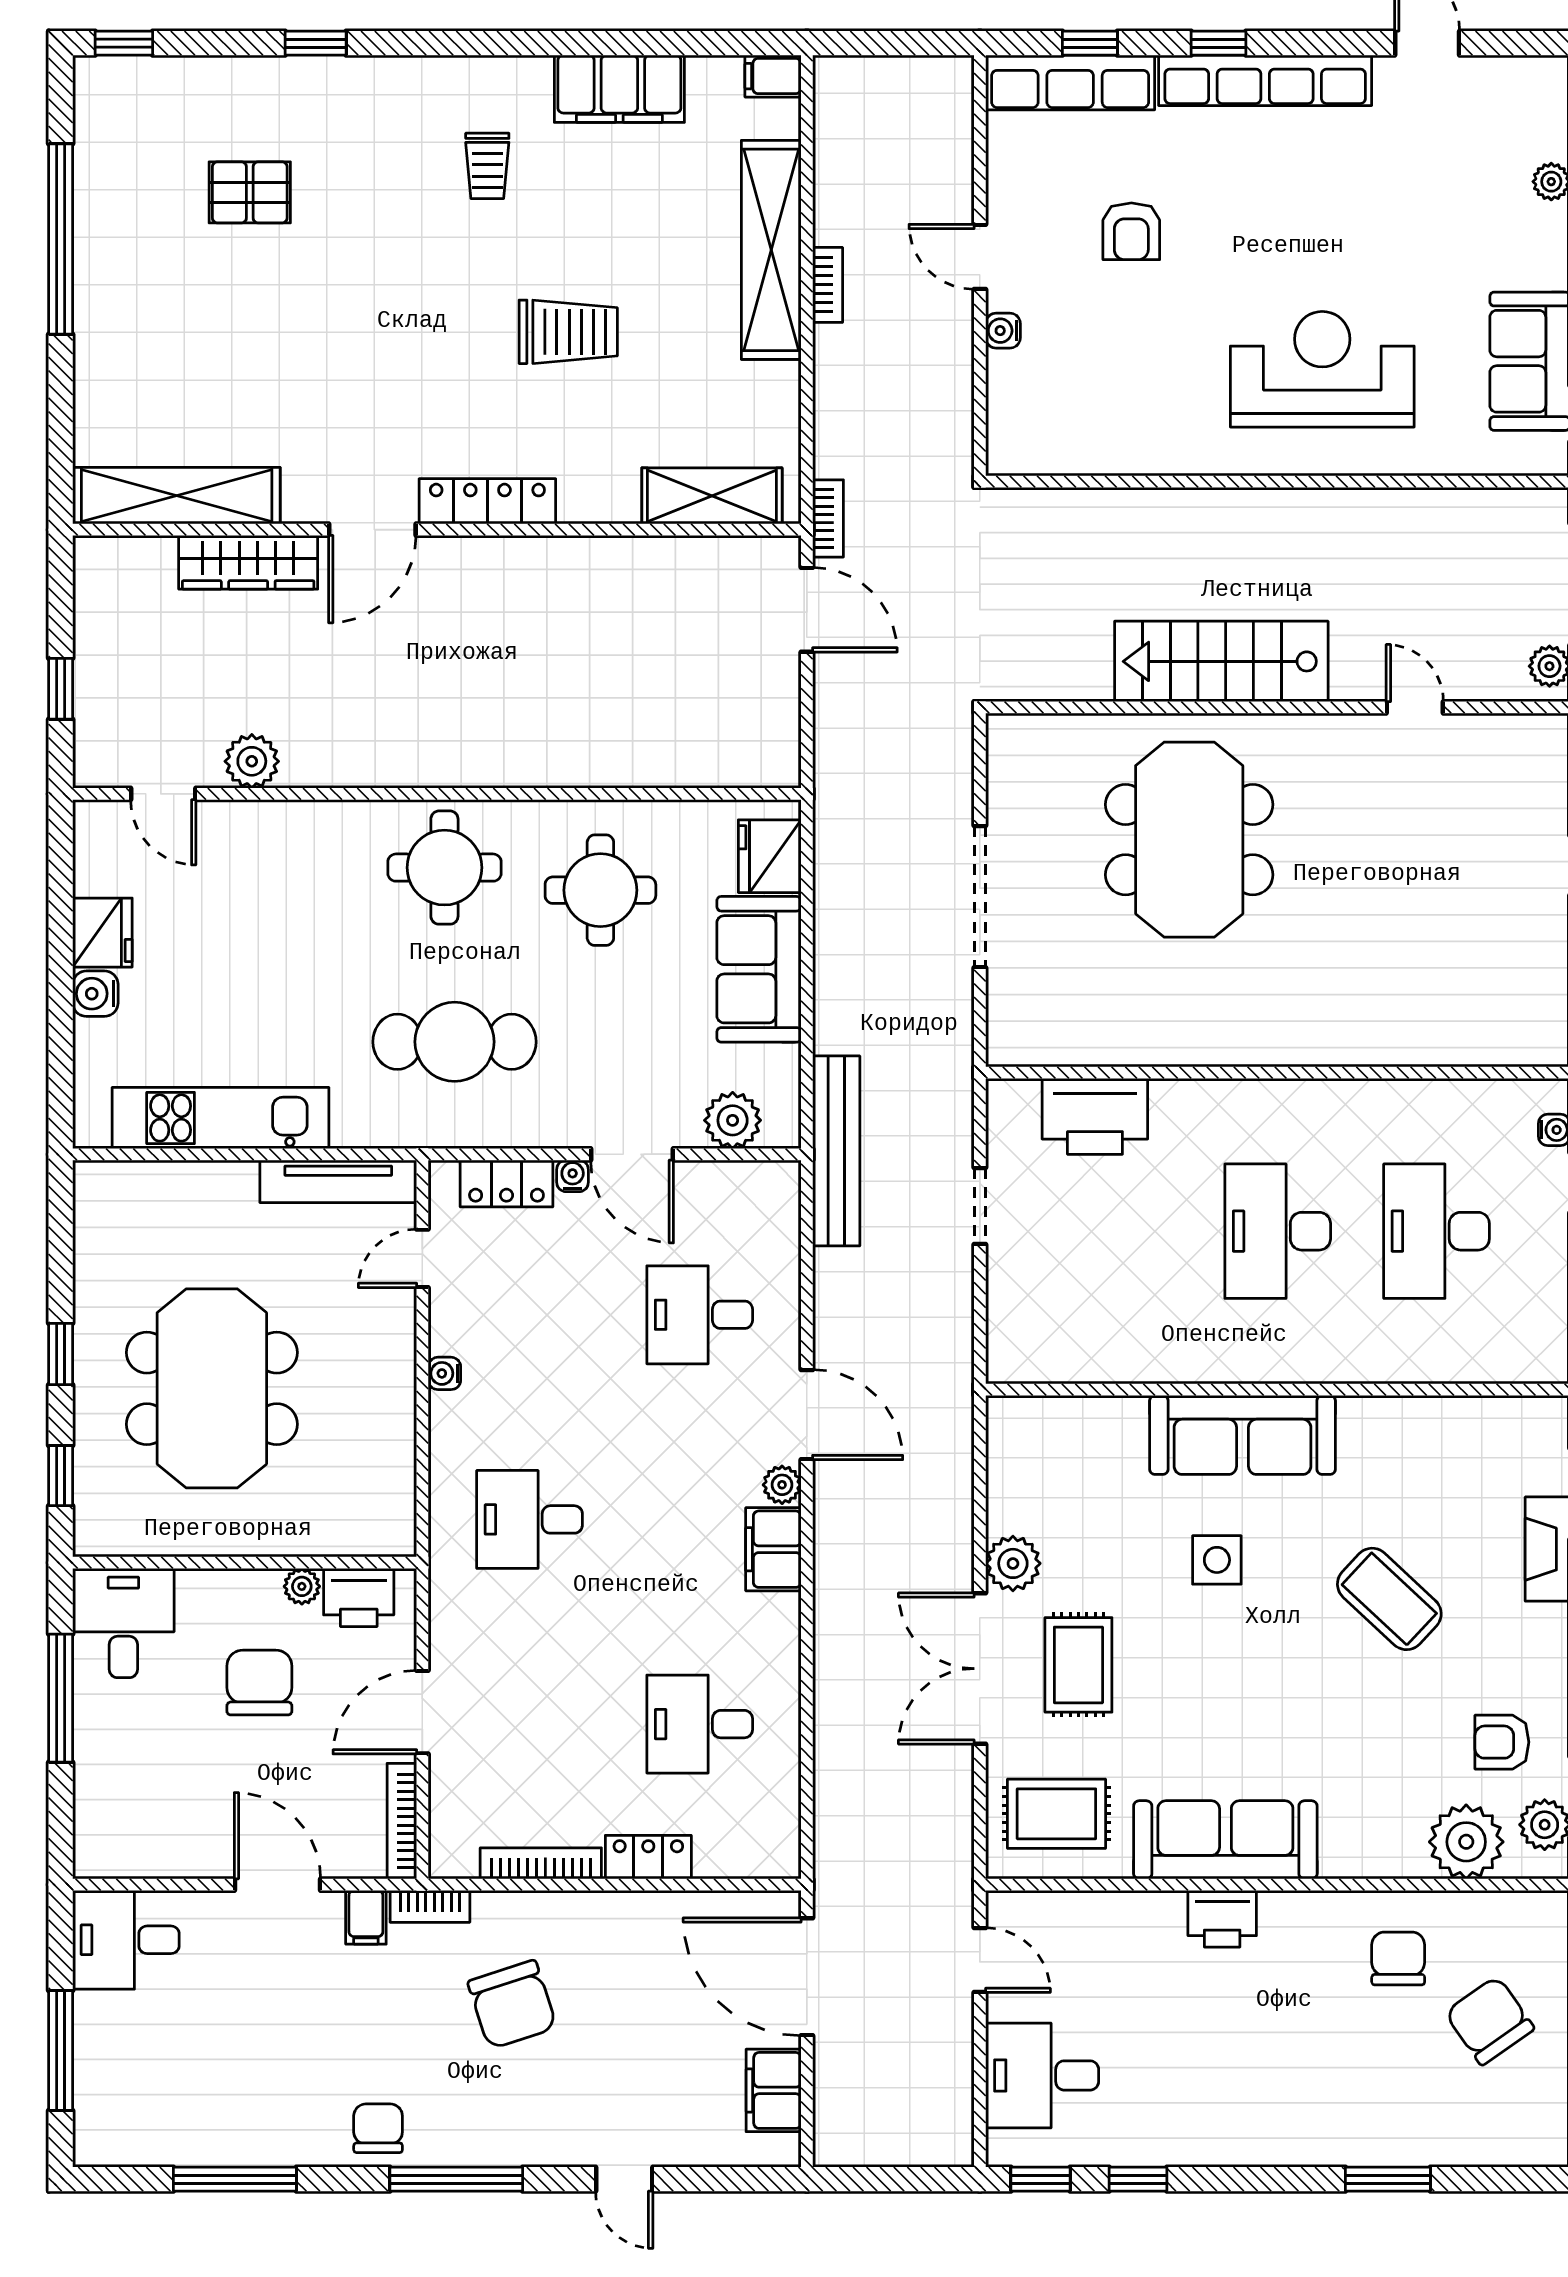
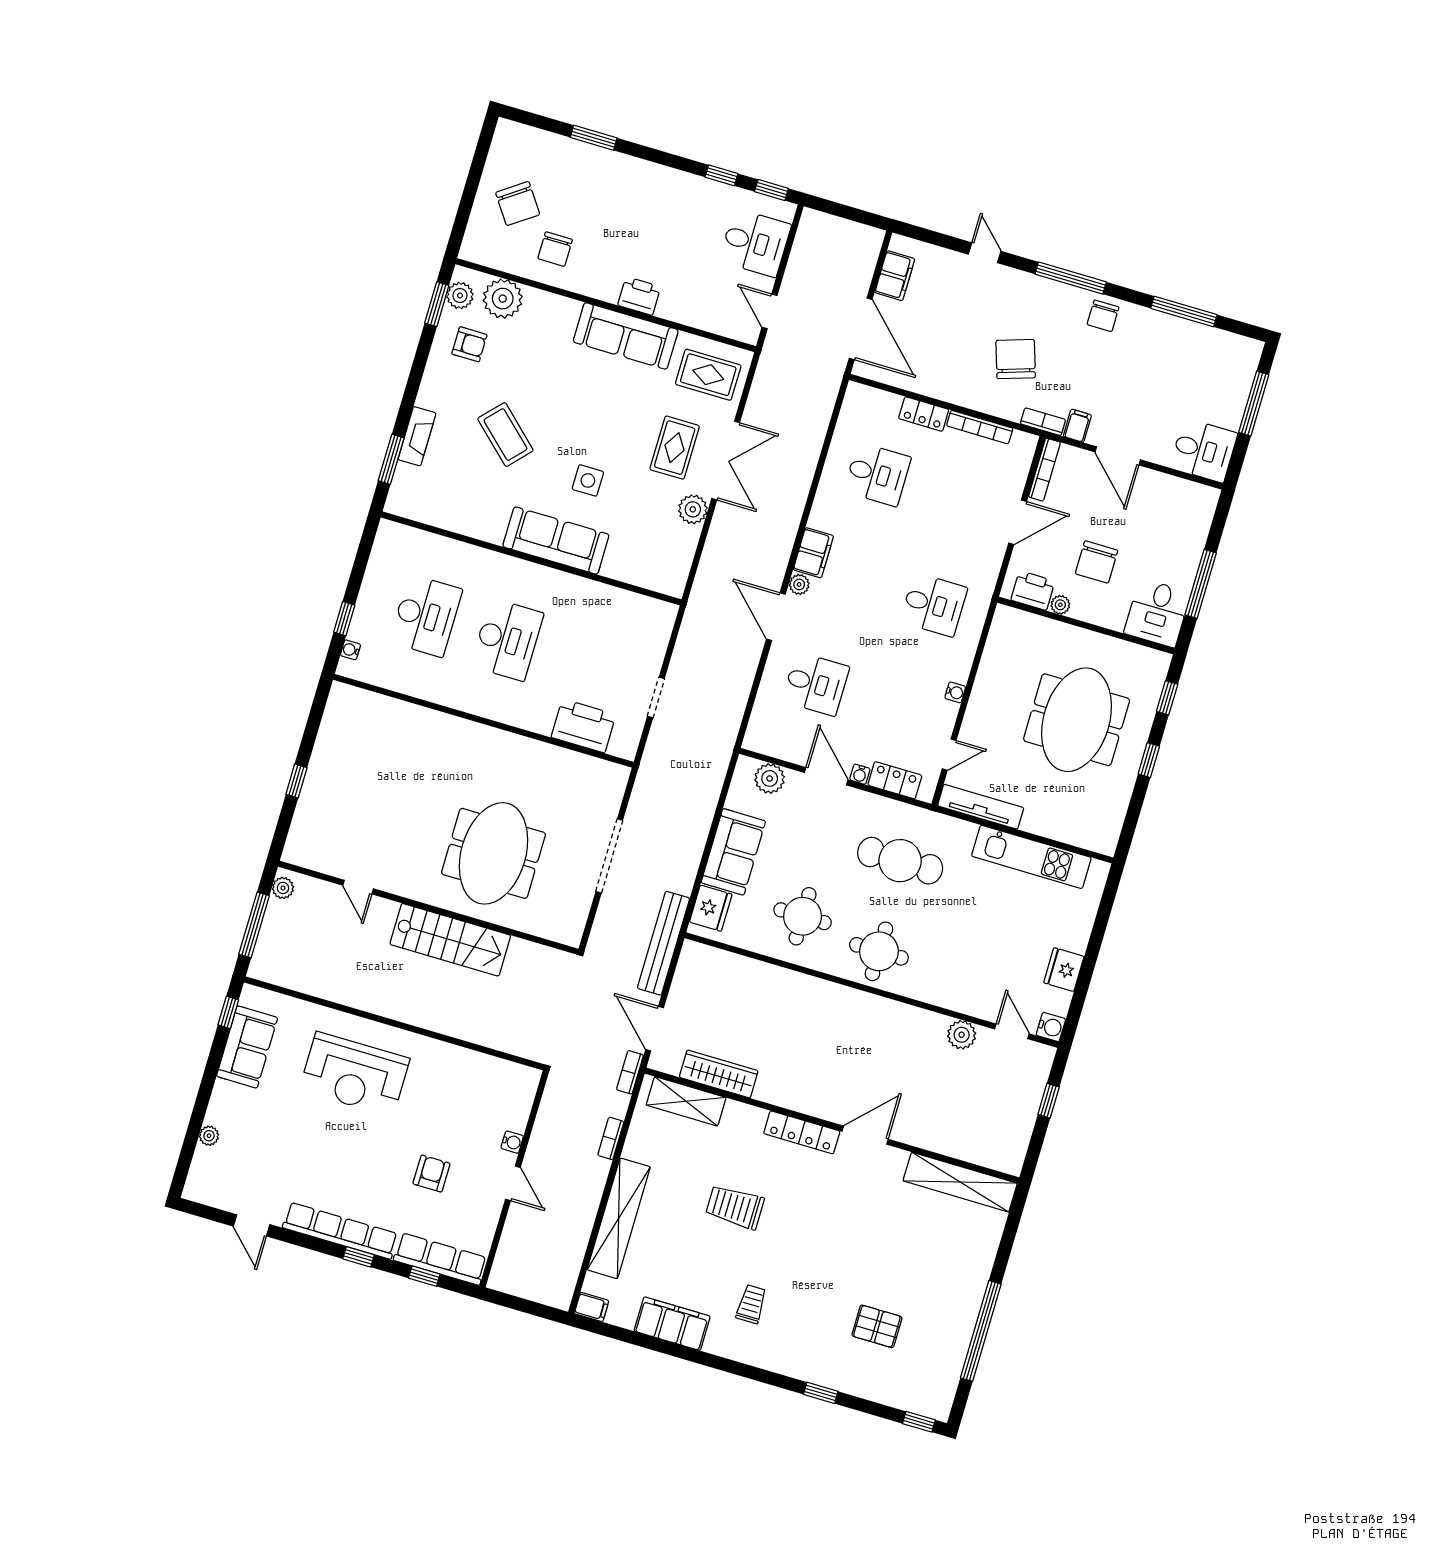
bookcase: (828, 285) -> (611, 1138), moved
wardrobe: (248, 562) -> (719, 1074), moved
water cooler: (95, 994) -> (1051, 1027), moved
bench: (836, 1151) -> (663, 943), moved

